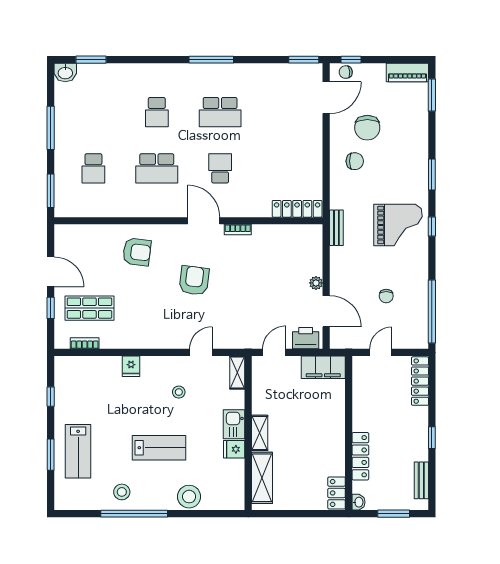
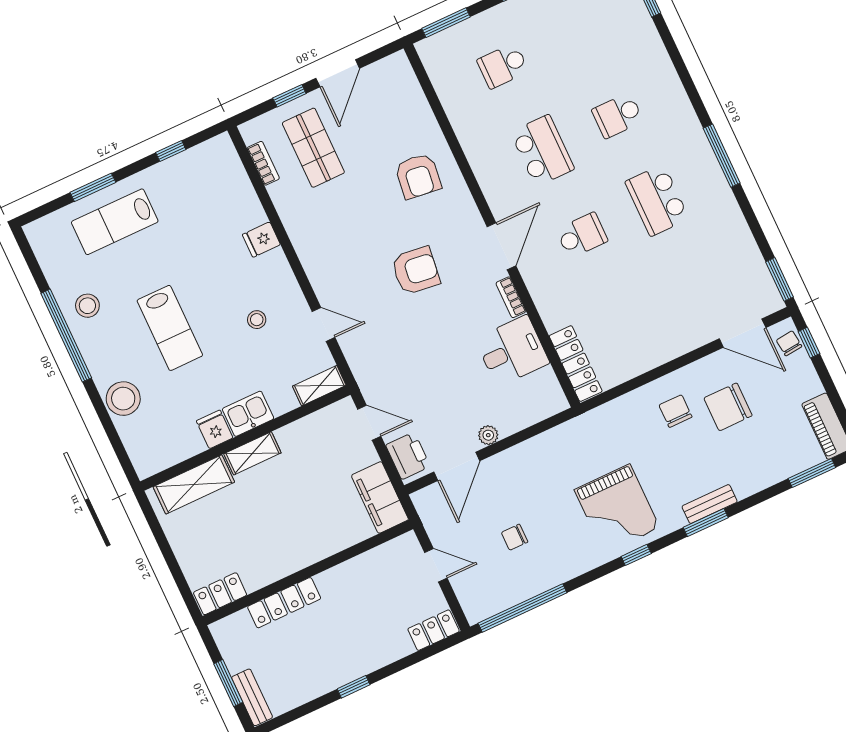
chair: (355, 161) -> (676, 411), turned 180
school desk: (157, 168) -> (542, 151), turned 180
bench: (336, 228) -> (710, 504), moved
desk: (271, 244) -> (512, 351), added
locker: (420, 381) -> (434, 630), width x0.66
bench: (421, 480) -> (252, 697), moved, turned 90
washbasin: (359, 502) -> (222, 629), removed

